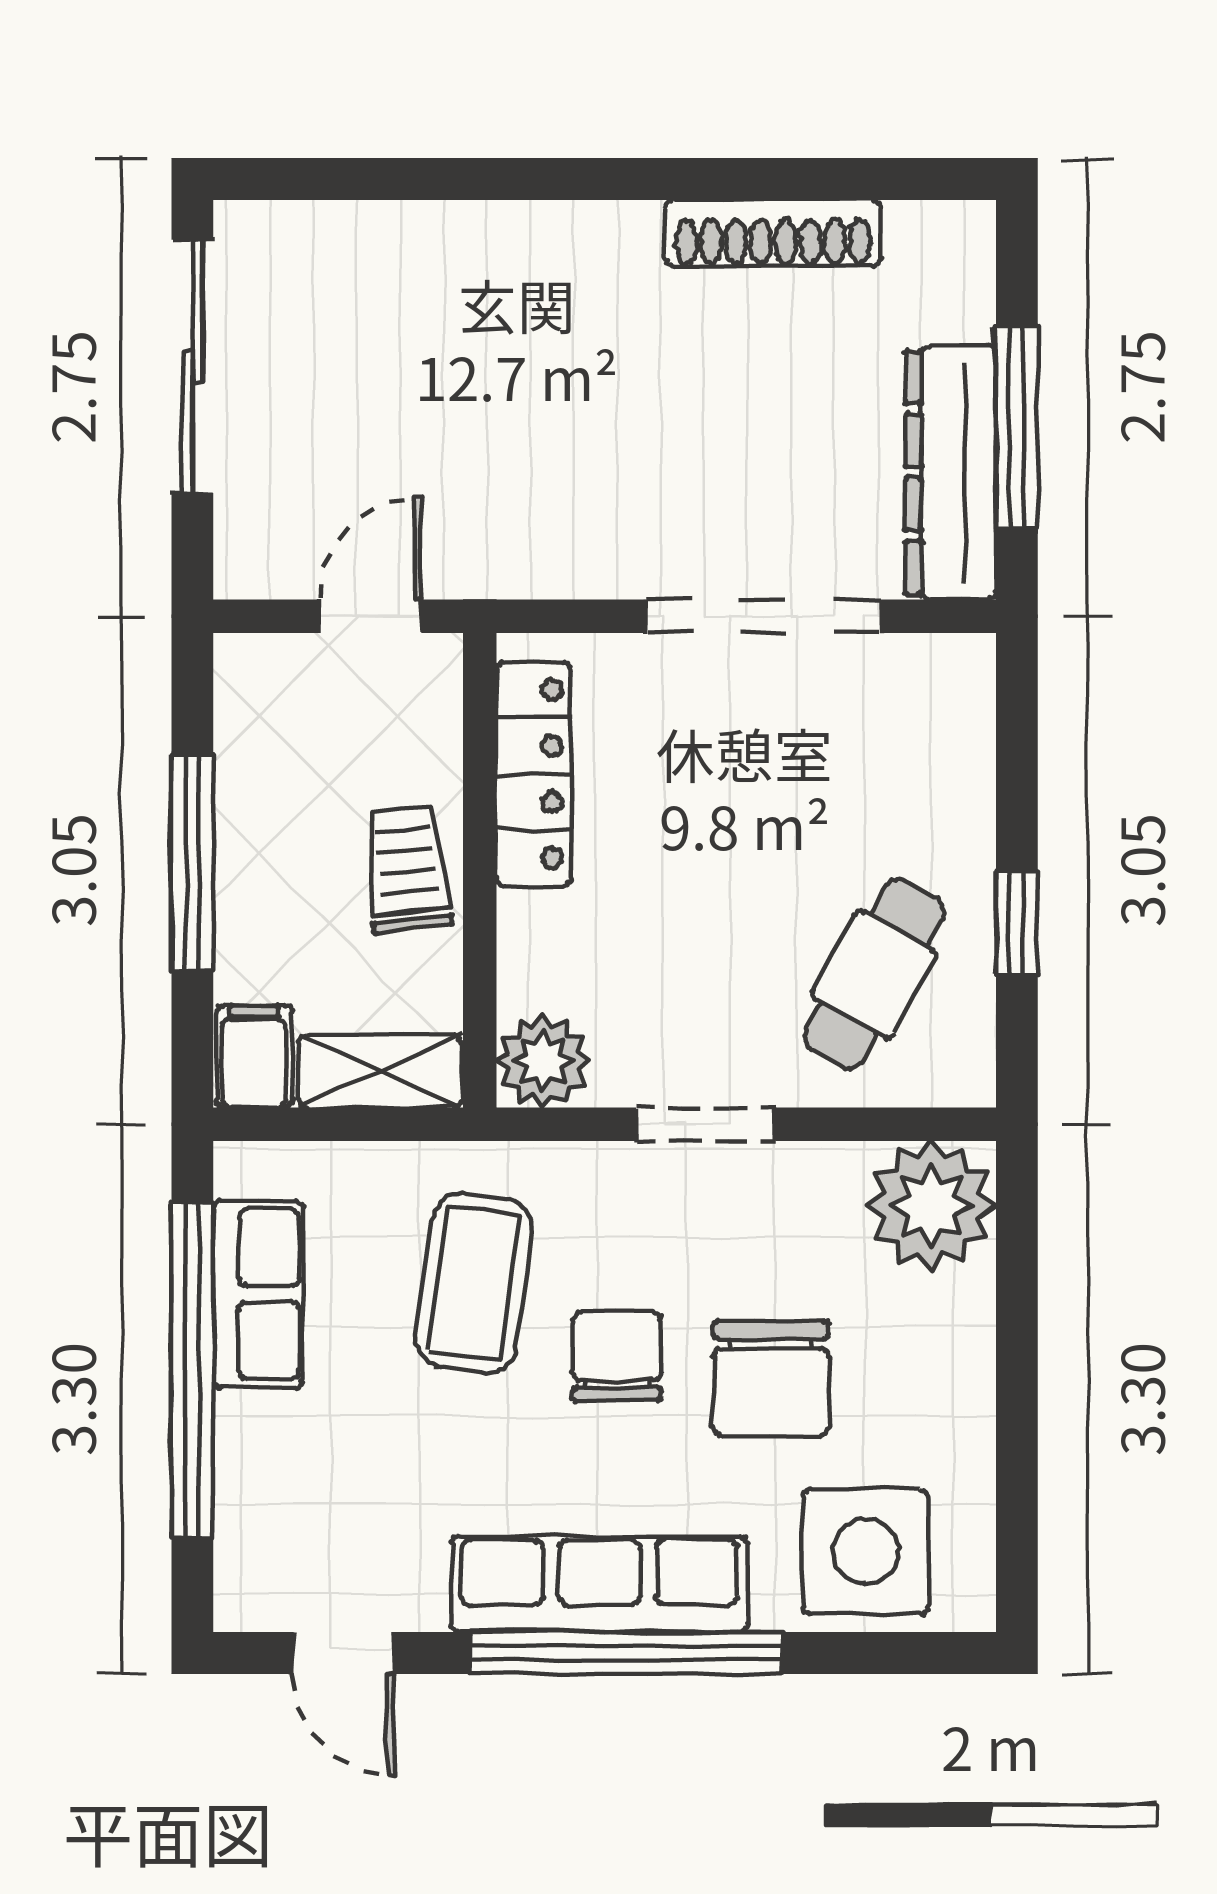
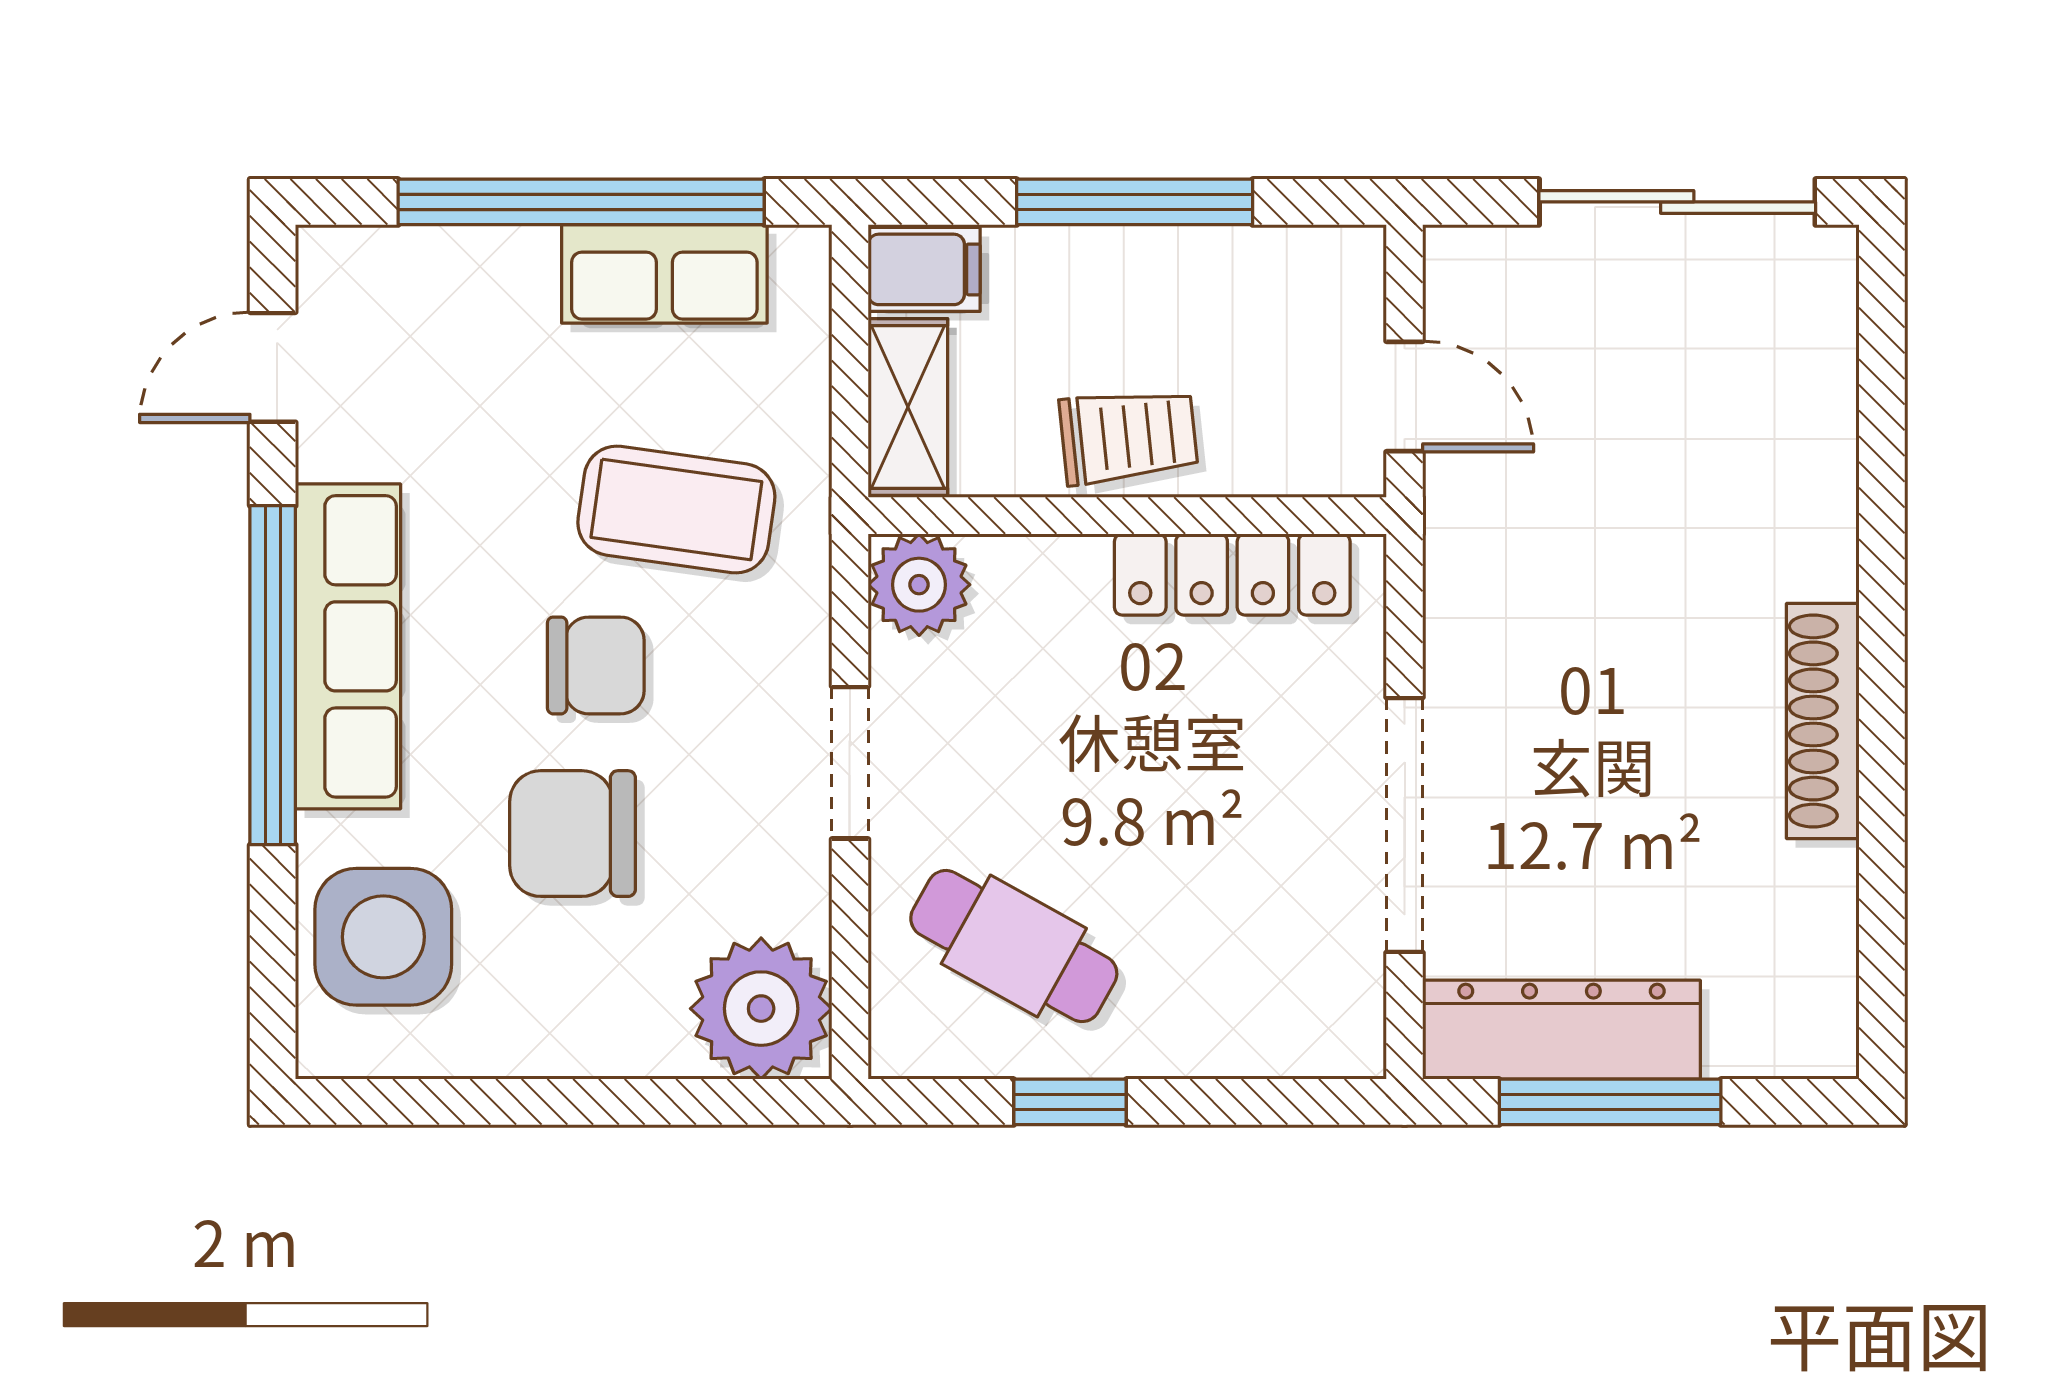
shoe rack: (773, 233) -> (1823, 721), moved

